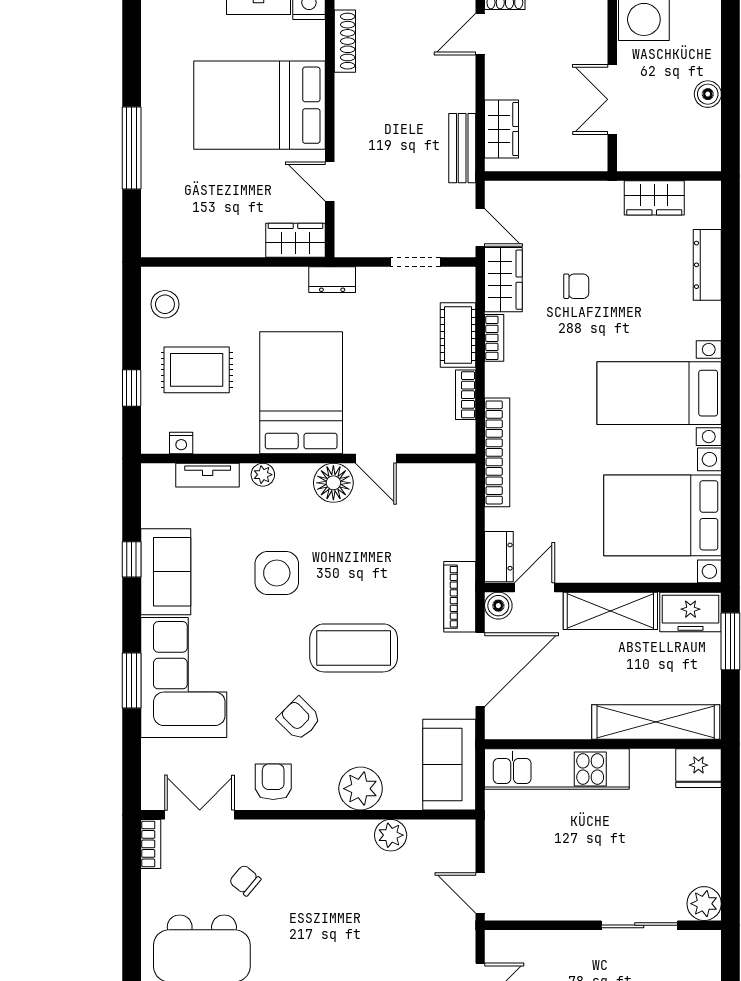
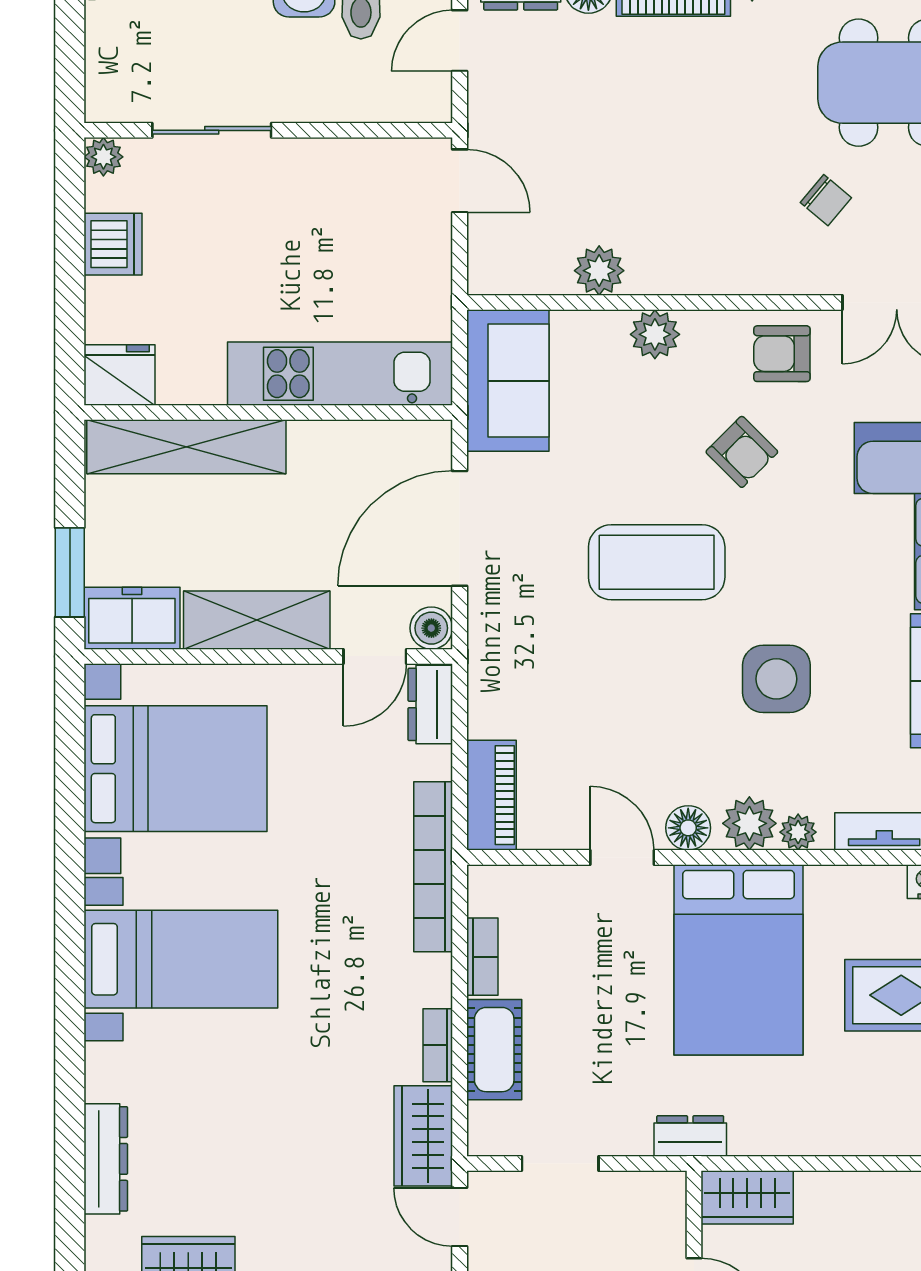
chair: (576, 286) -> (310, 1126), removed
plant: (294, 480) -> (749, 823), added
floor lamp: (333, 483) -> (688, 828), width x0.73, depth x0.73
piano: (460, 597) -> (491, 795), moved
armchair: (273, 782) -> (782, 354), turned 90
plant: (361, 789) -> (655, 334), width x0.73, depth x0.73
dishwasher: (703, 852) -> (113, 244), added
plant: (704, 904) -> (103, 157), width x0.73, depth x0.73

